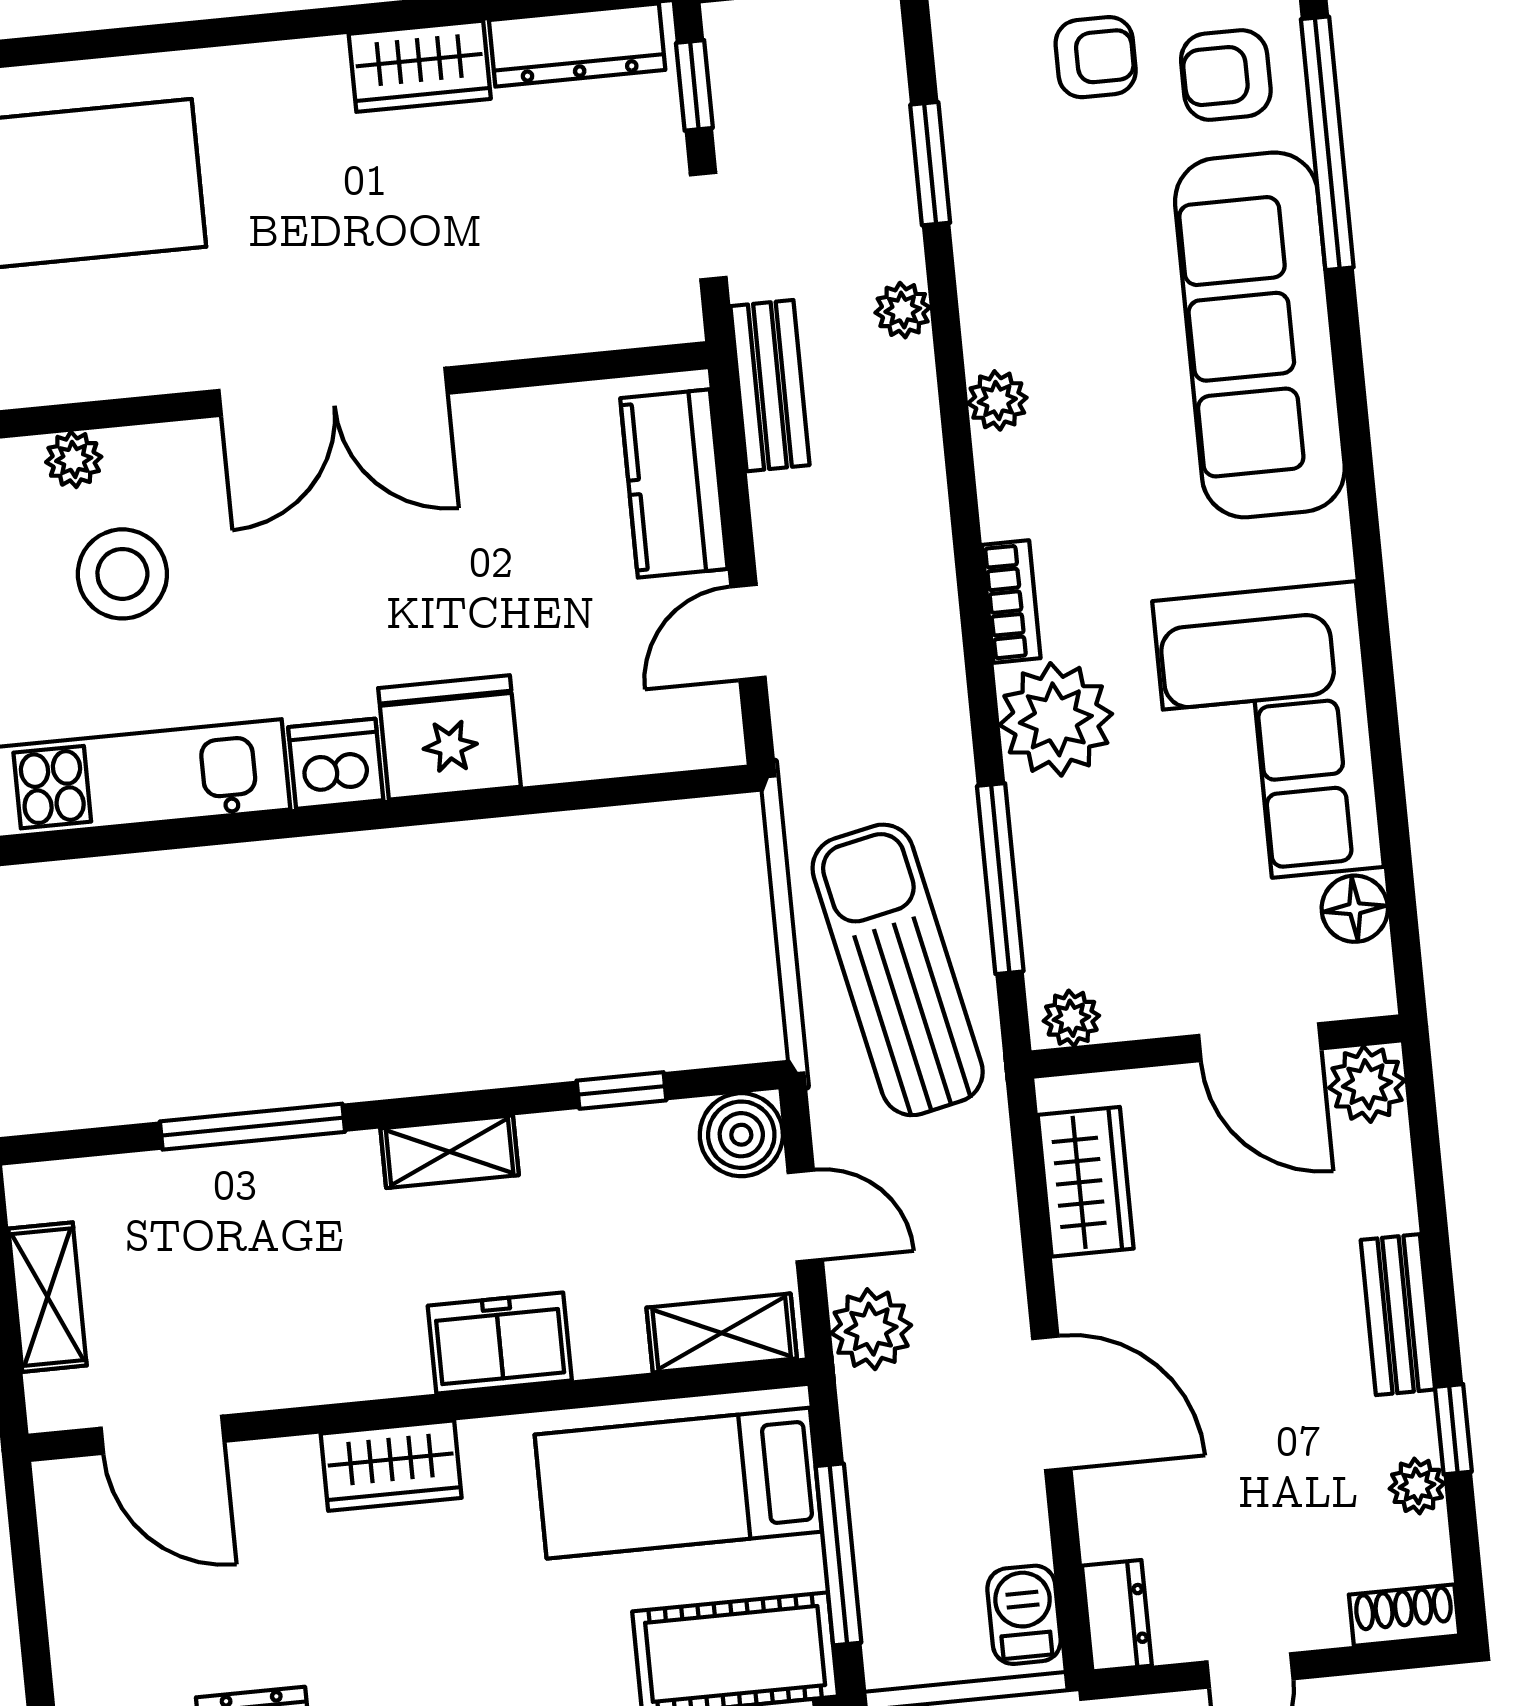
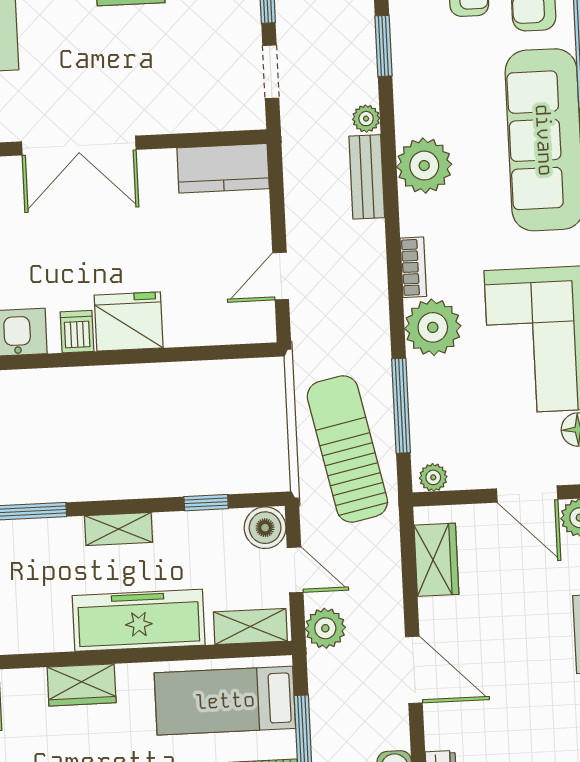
bench: (770, 386) -> (367, 177), moved
plant: (997, 400) -> (424, 166), width x1.88, depth x1.88
kitchen counter: (674, 484) -> (223, 168), moved, turned -90
dishwasher: (336, 764) -> (77, 332), width x0.73
freezer: (500, 1343) -> (139, 620), width x1.91, depth x1.26

